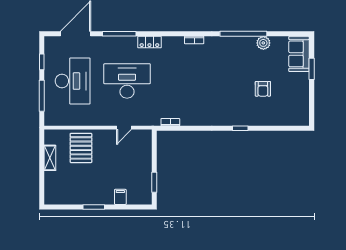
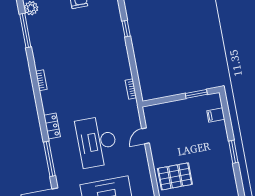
window: (243, 34) -> (25, 30), width x0.68
door: (124, 128) -> (146, 136), swing flipped
window: (240, 128) -> (126, 29), moved
filing cabinet: (120, 197) -> (216, 115), moved

